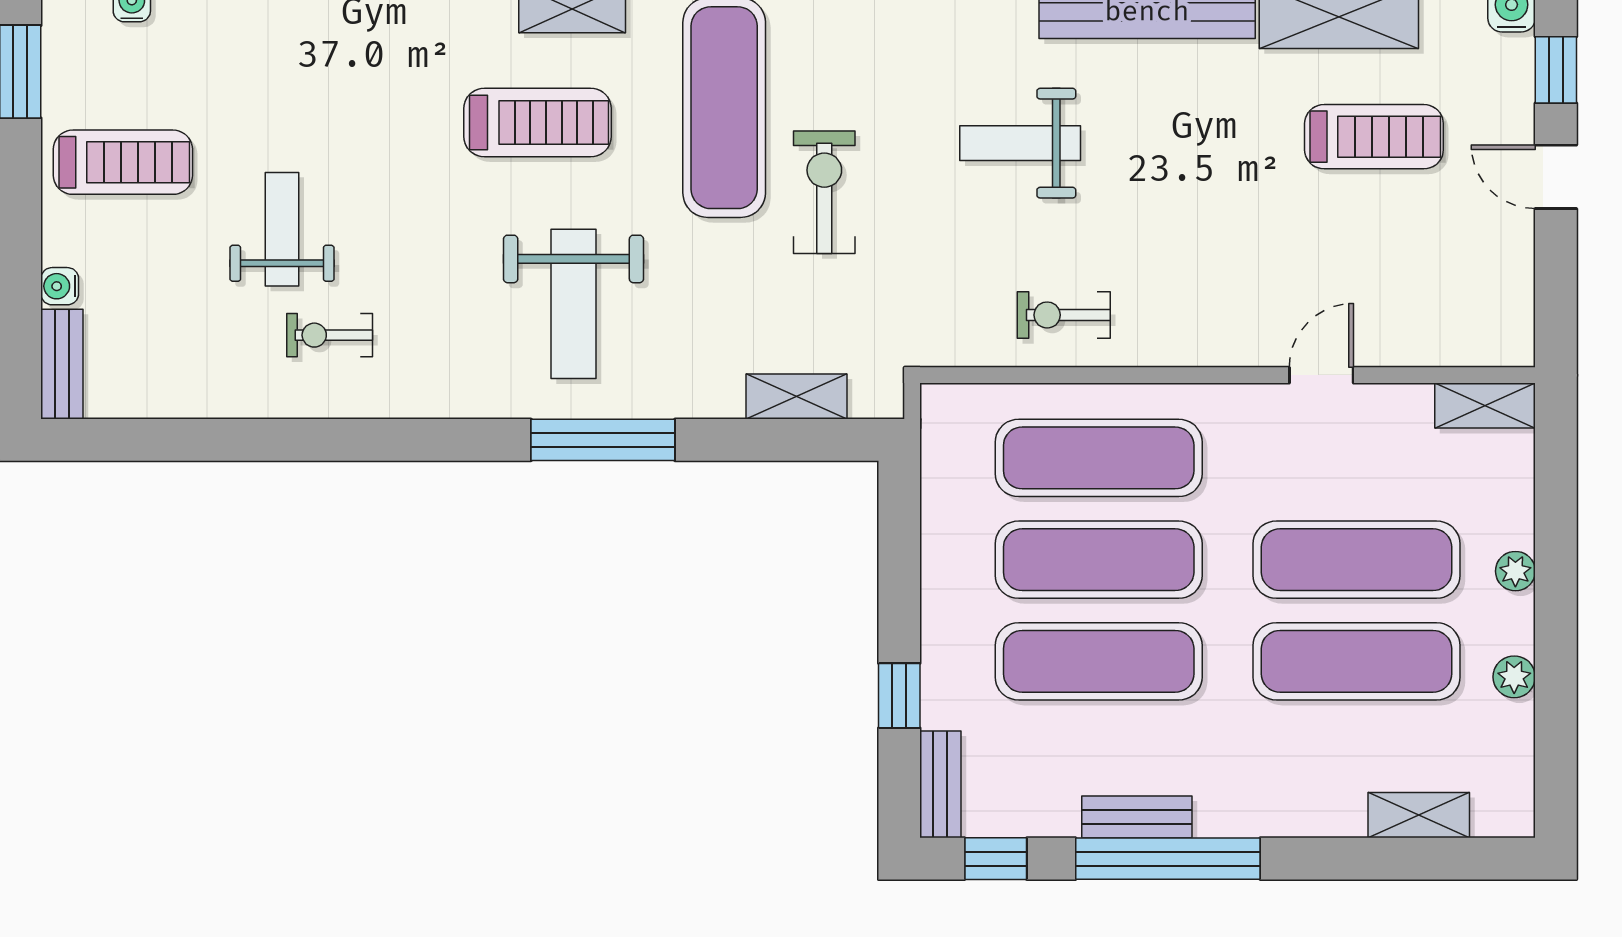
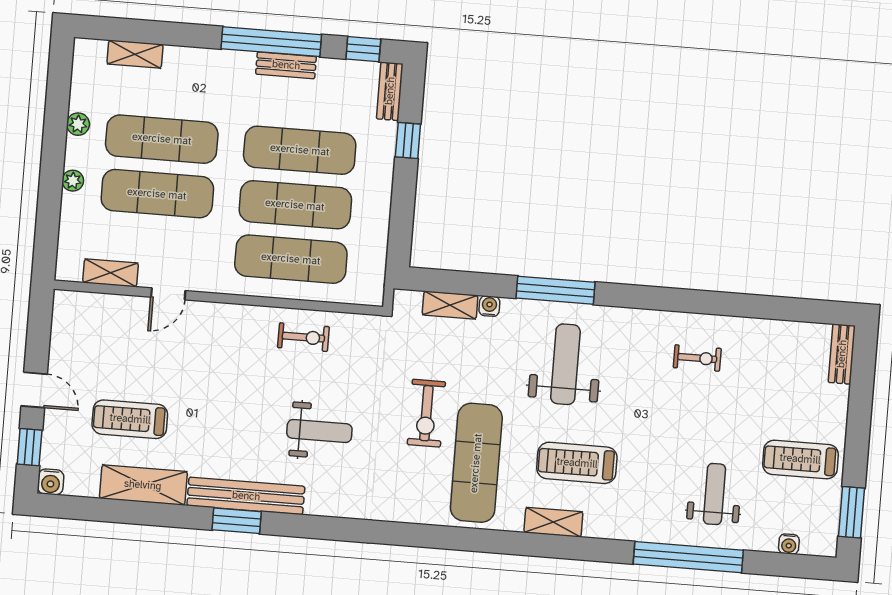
weight bench: (282, 229) -> (714, 494), moved, turned 180
water cooler: (60, 286) -> (489, 306), moved, turned -90
shelving: (1485, 406) -> (111, 273), moved

